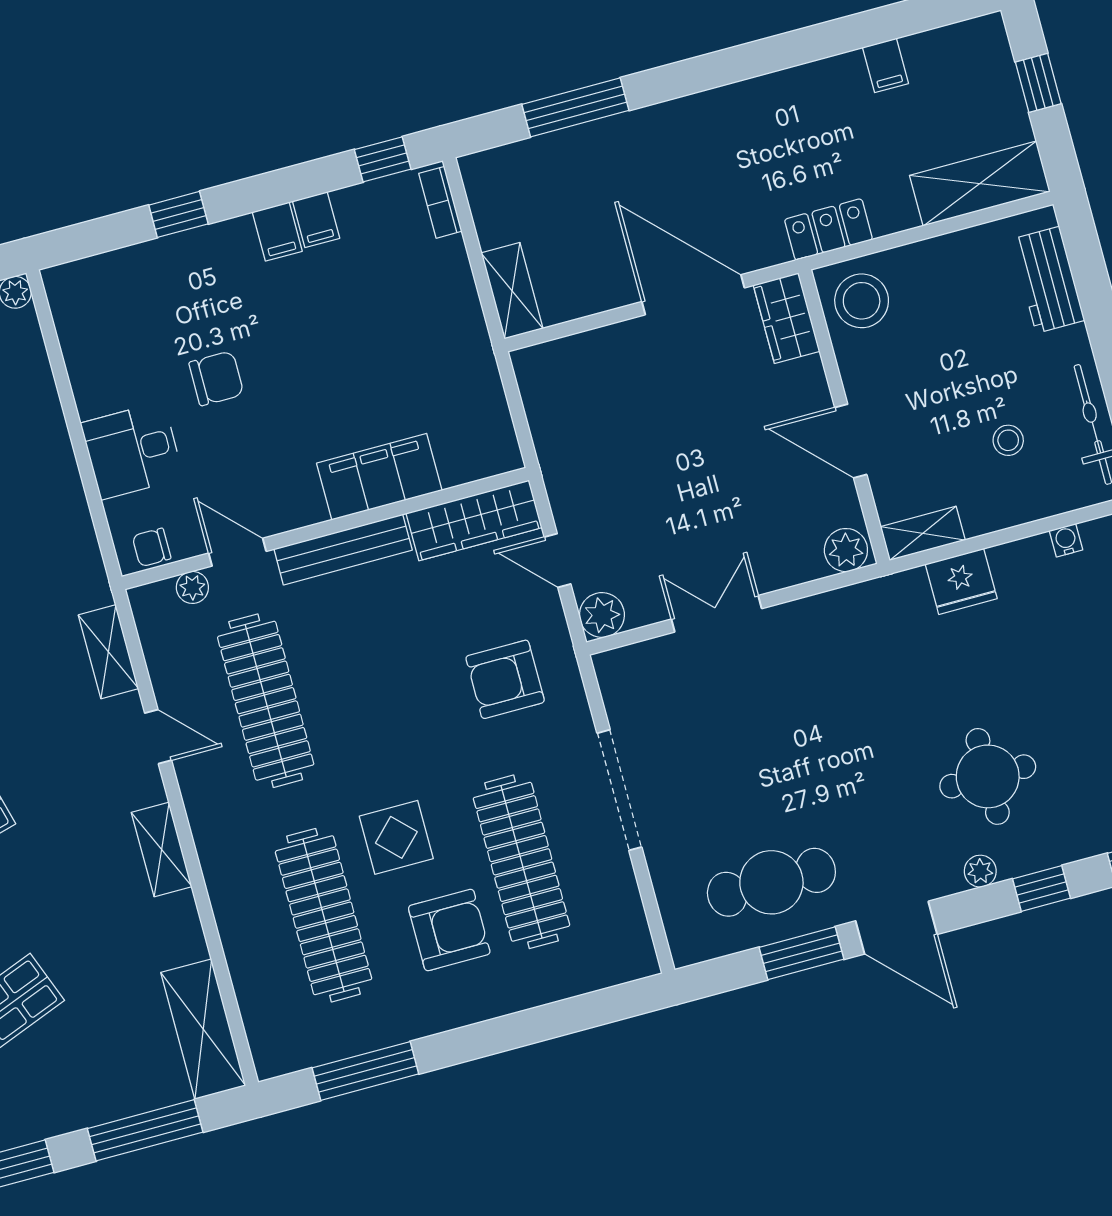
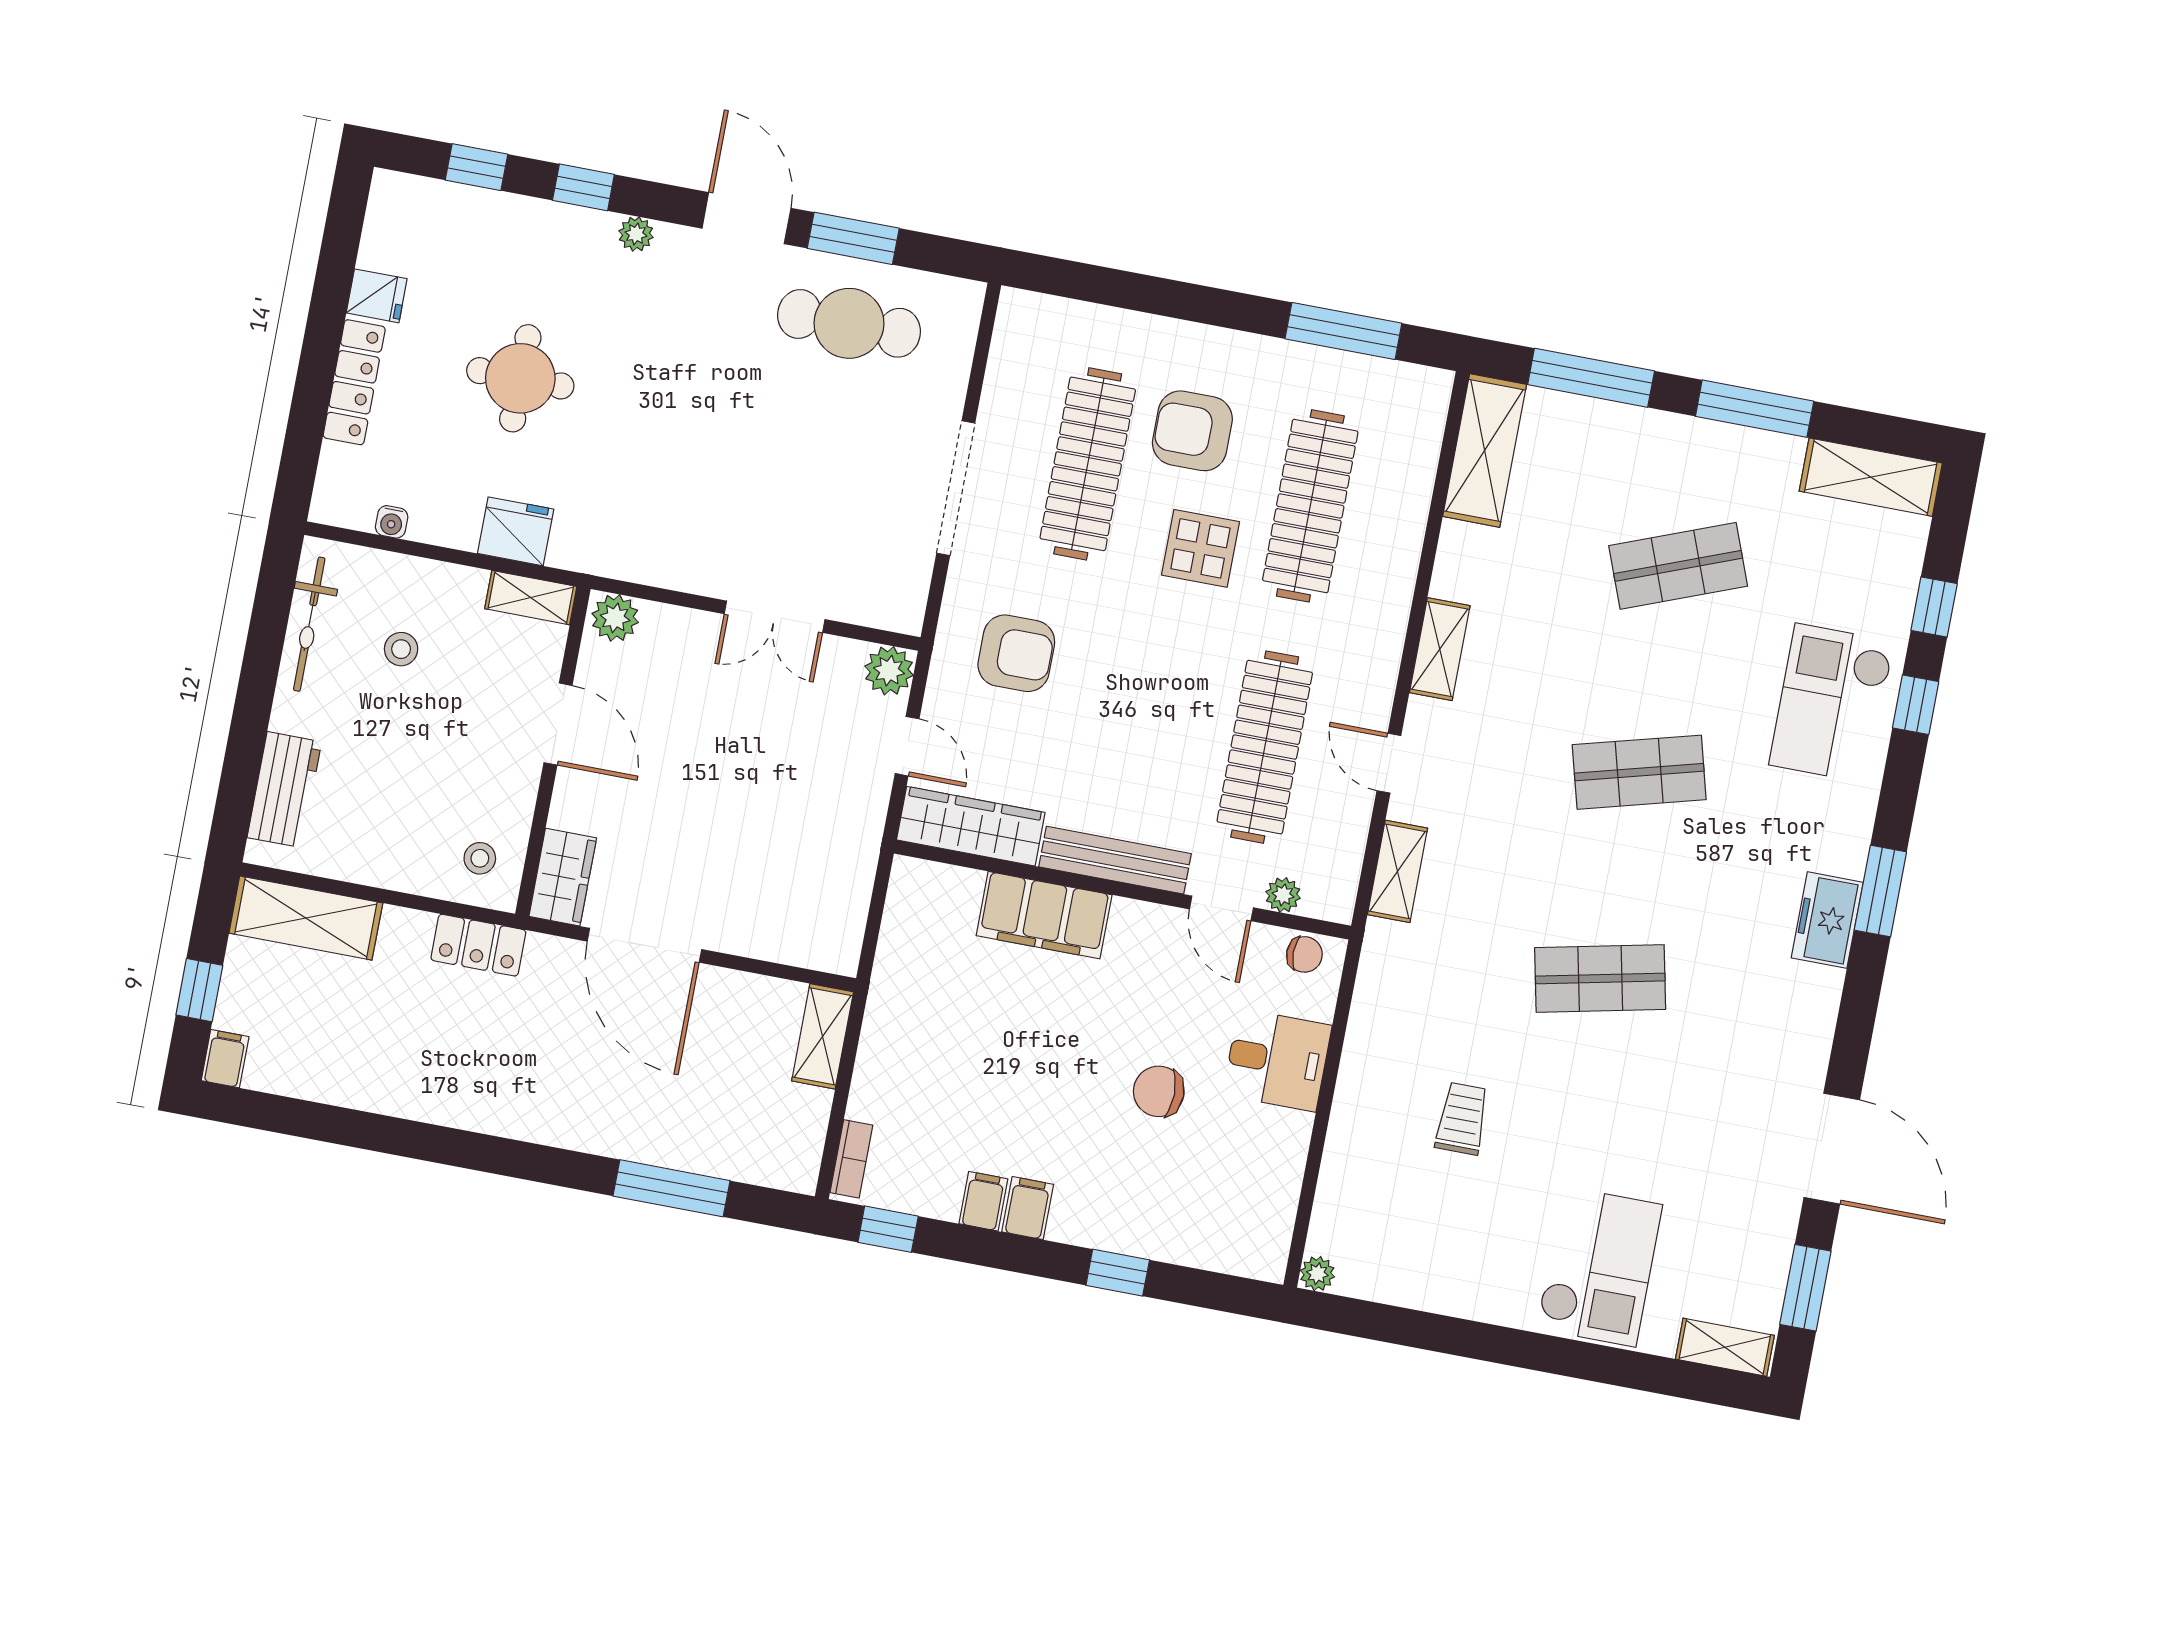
filing cabinet: (885, 65) -> (225, 1059), moved
stool: (862, 301) -> (480, 858), width x0.53, depth x0.53
round table: (988, 776) -> (520, 378), moved

